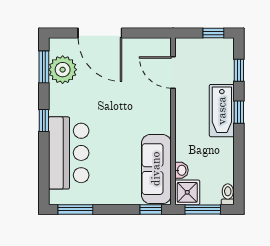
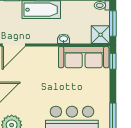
washbasin: (181, 170) -> (64, 39), moved

